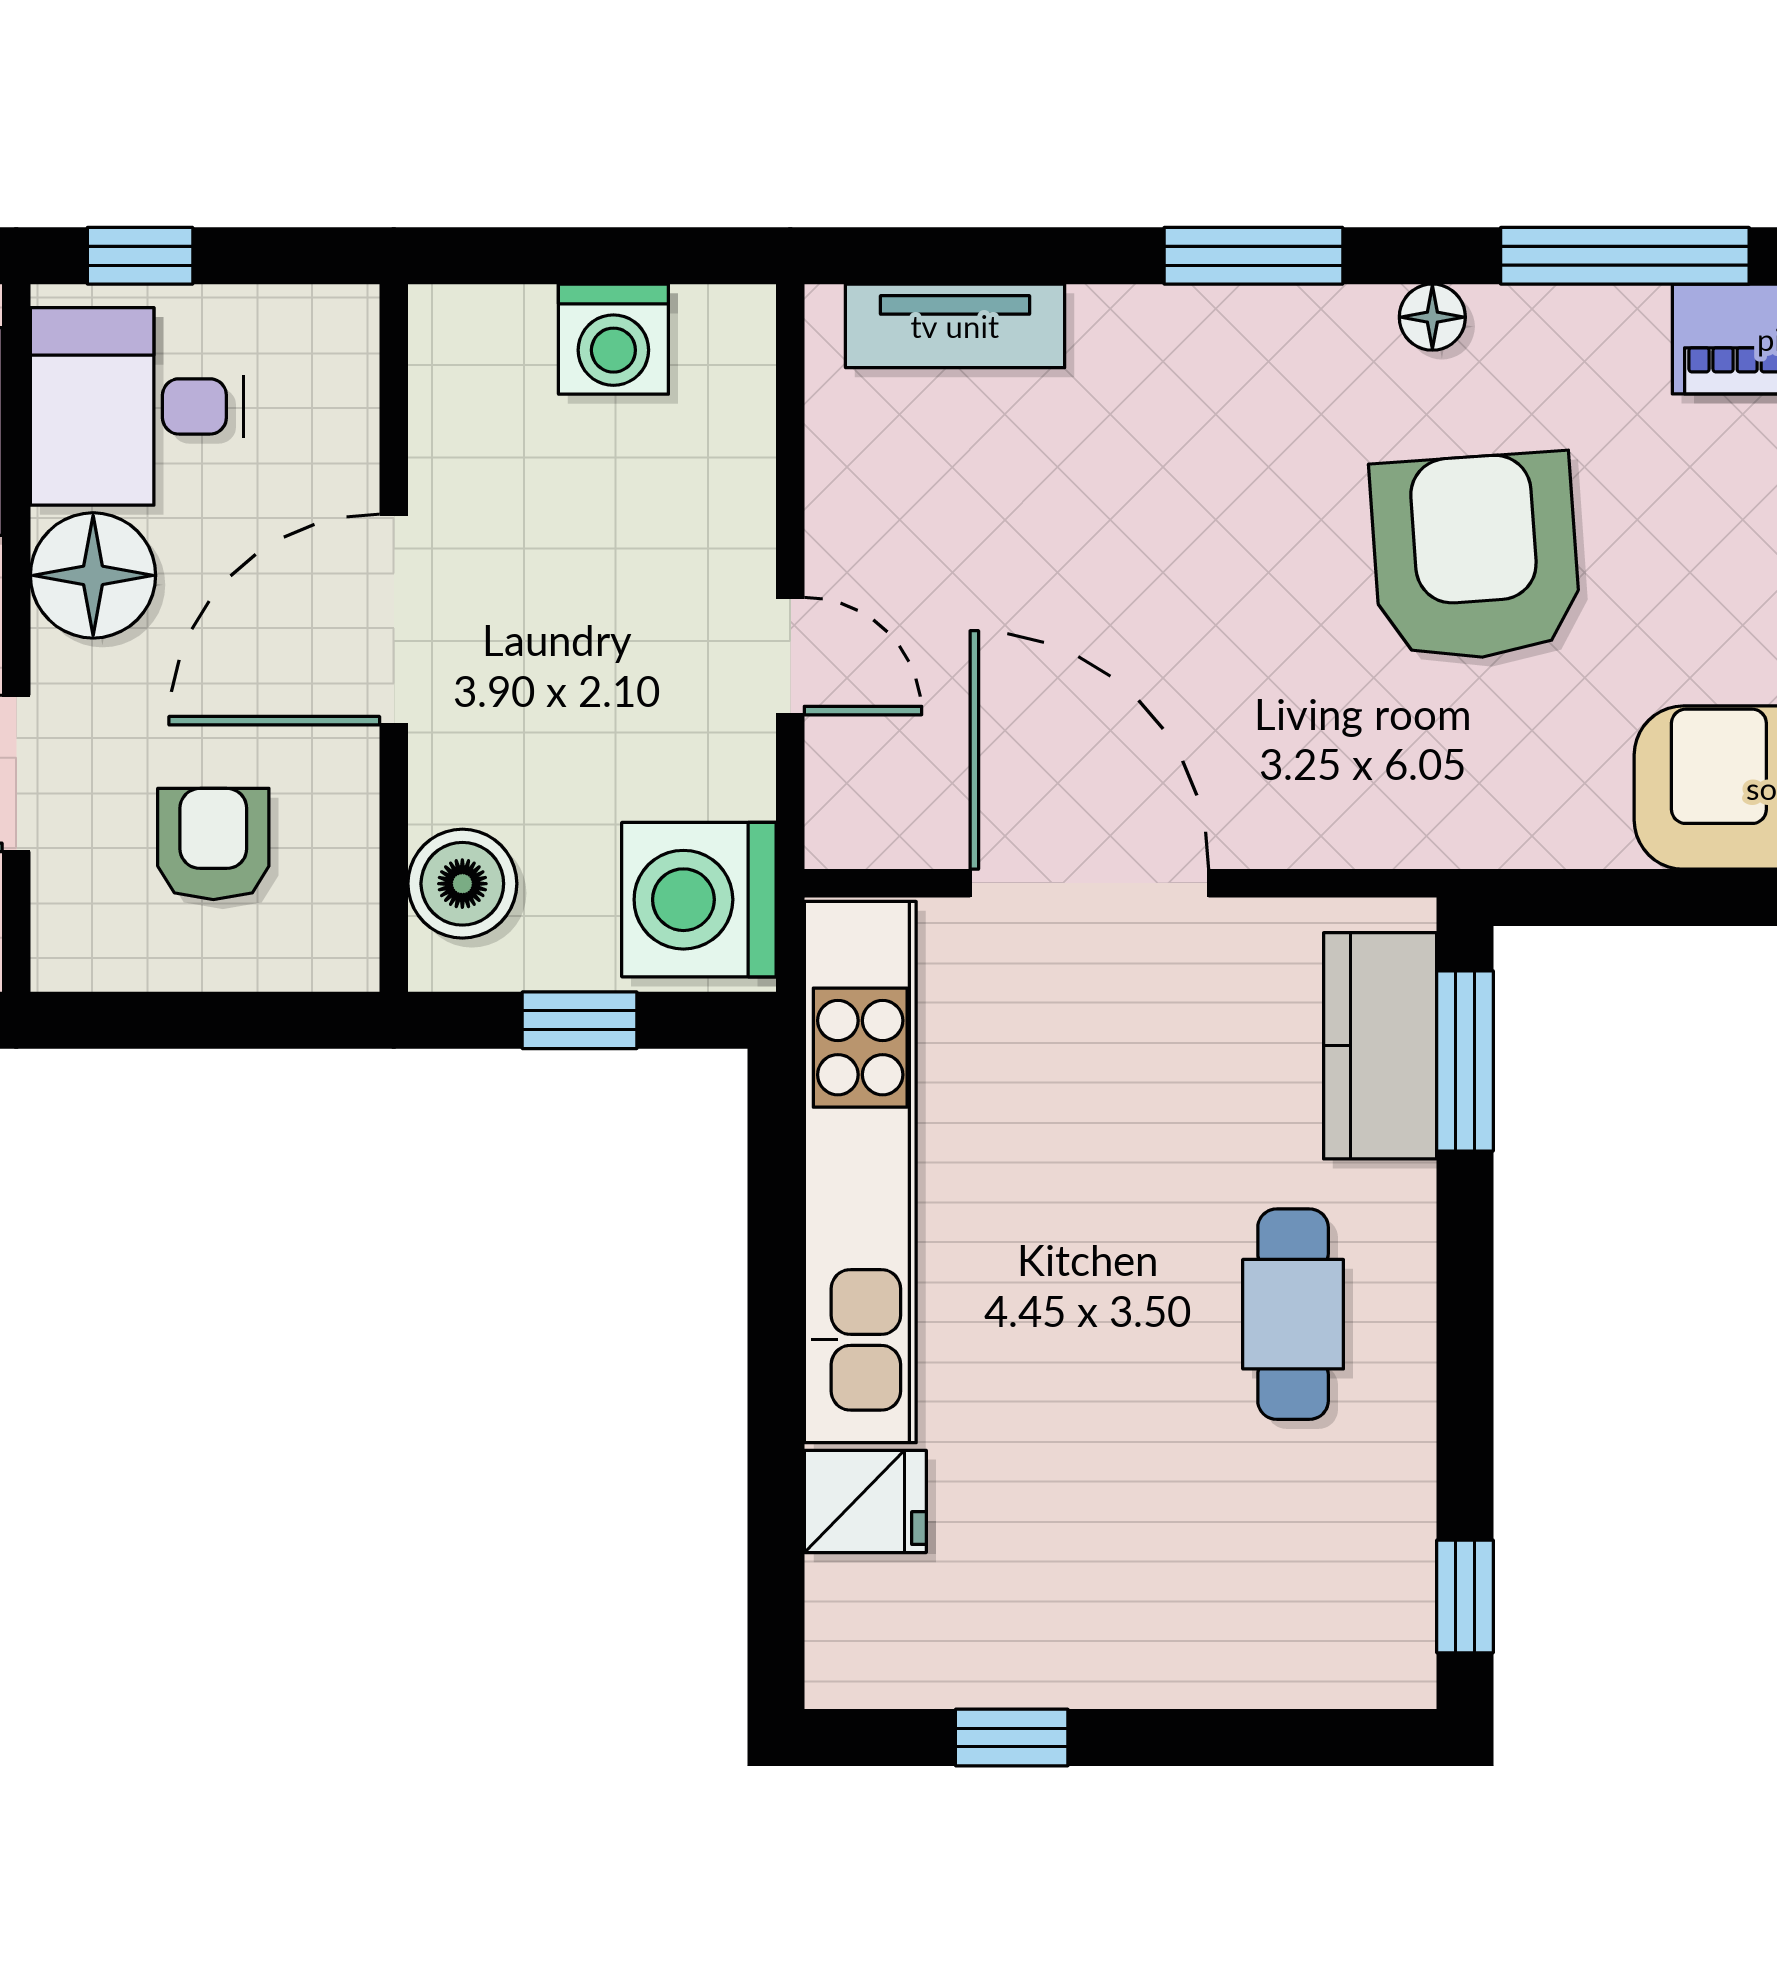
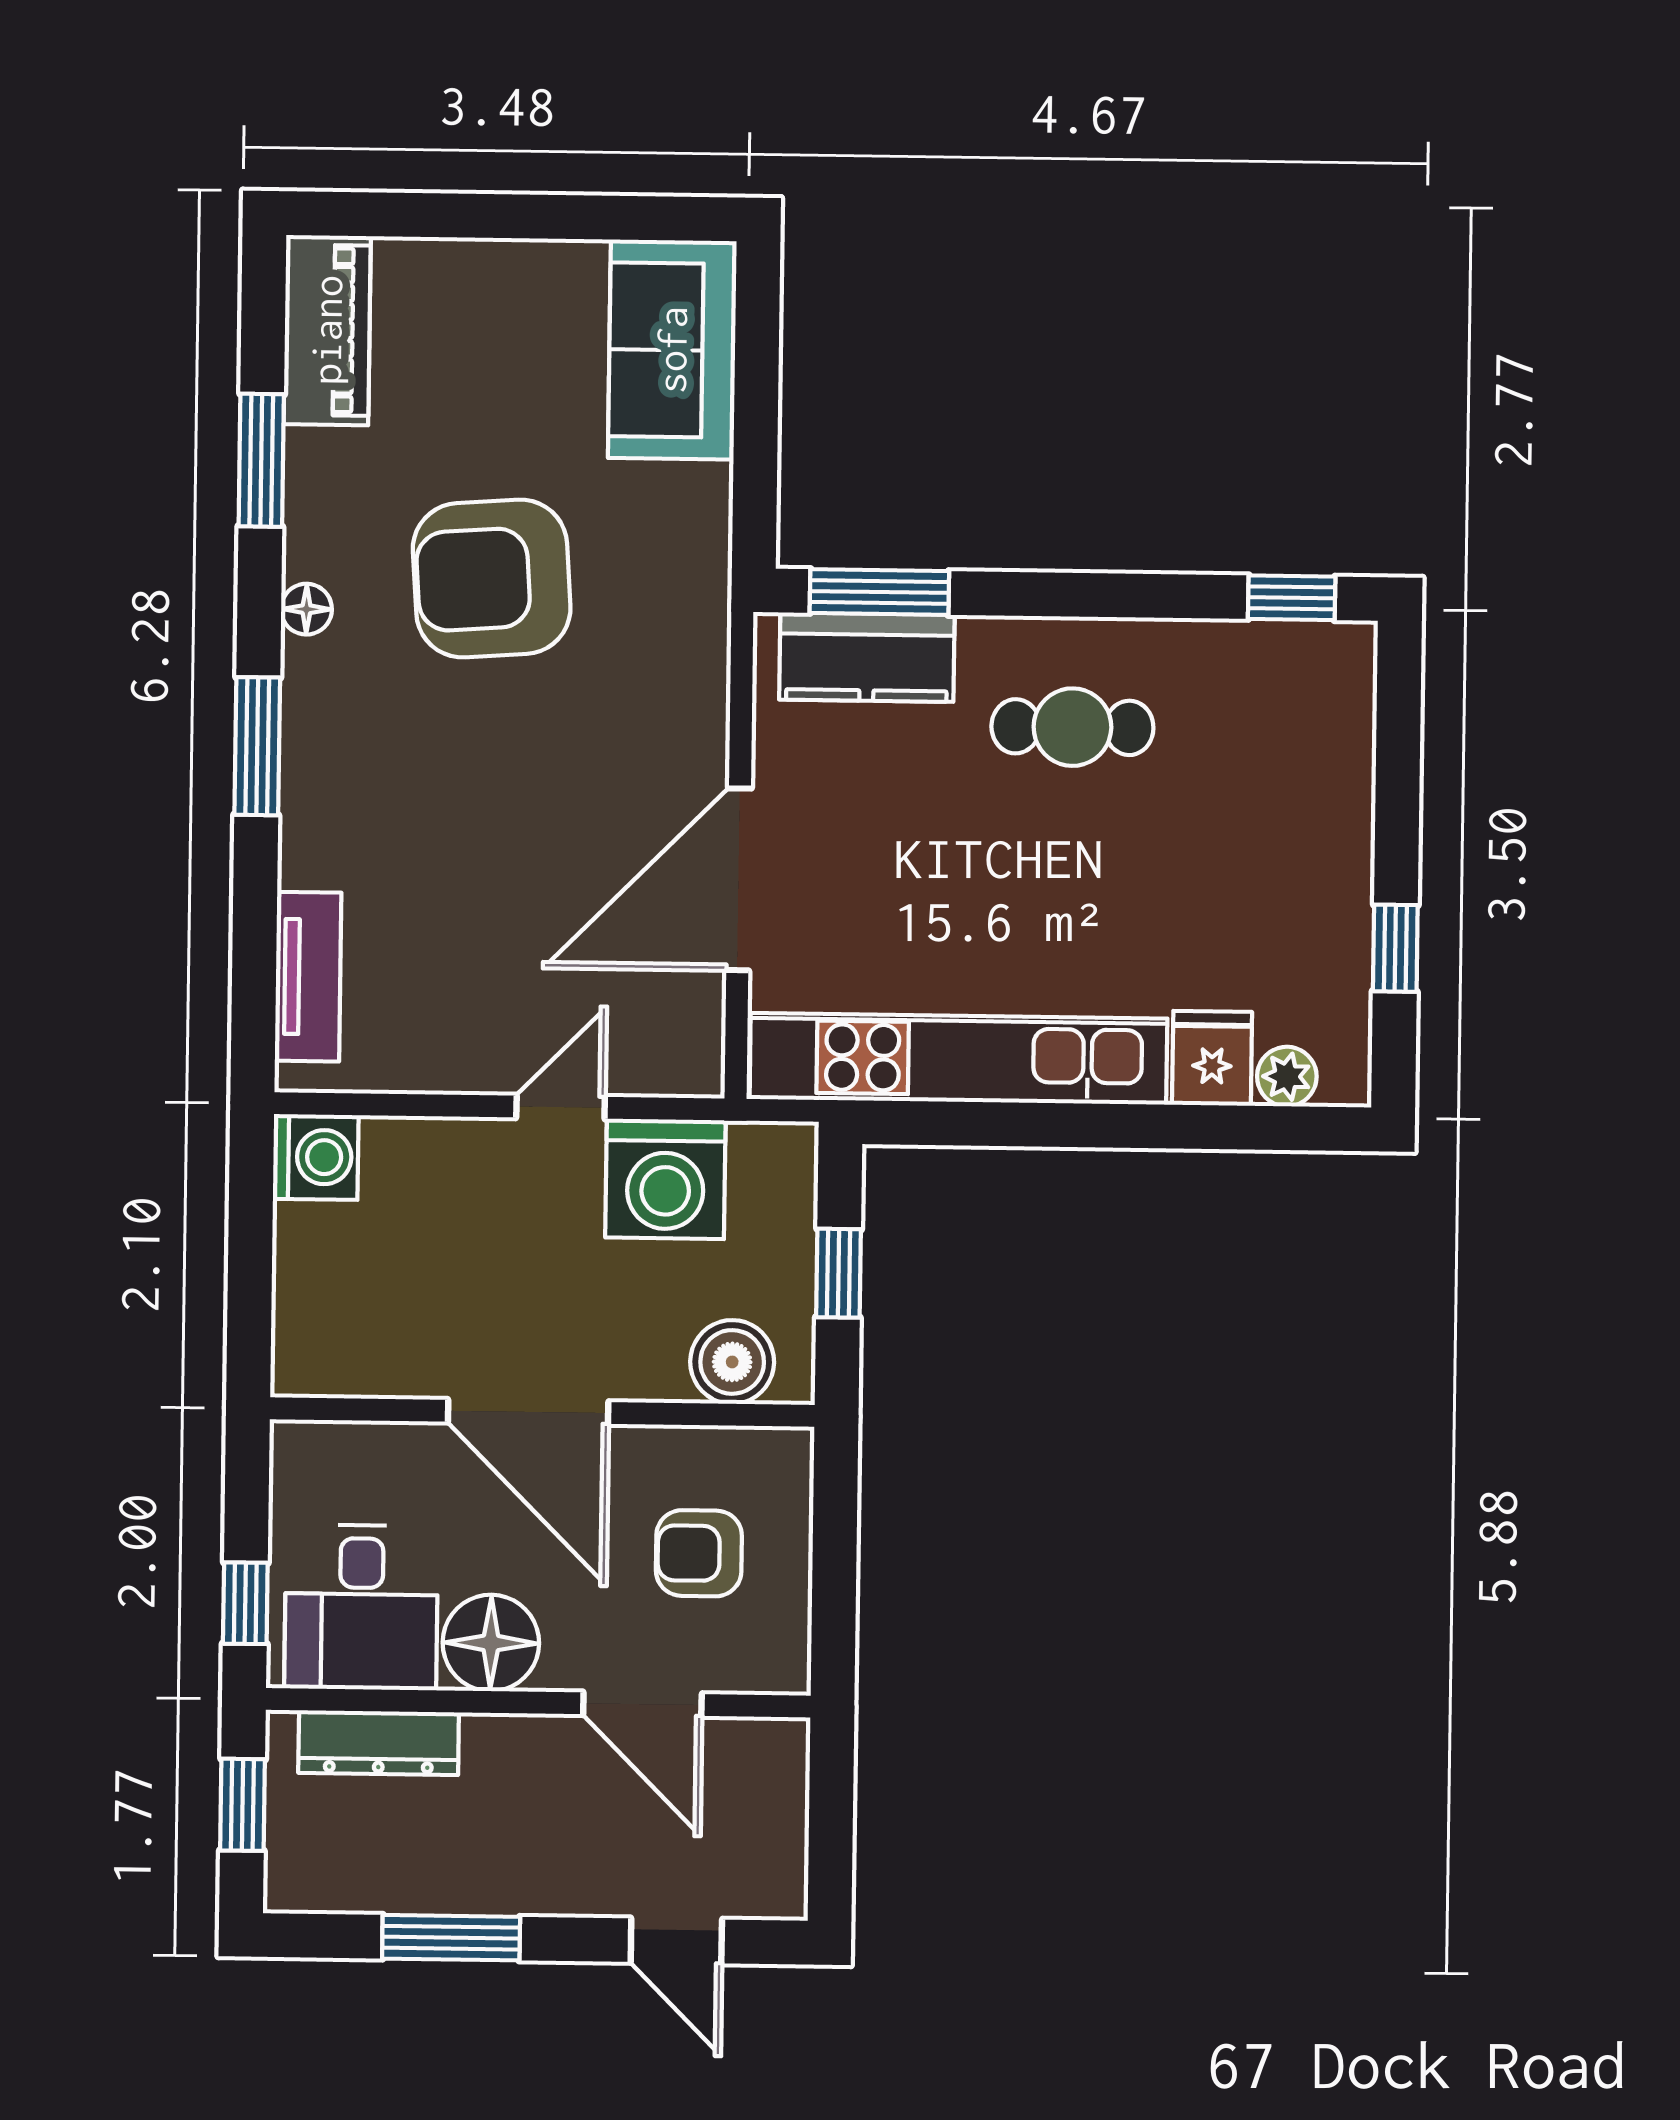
window: (1625, 256) -> (261, 460), width x0.69
washing machine: (613, 339) -> (316, 1157), moved
washing machine: (699, 900) -> (665, 1179), moved
plant: (843, 1599) -> (1287, 1077), added

